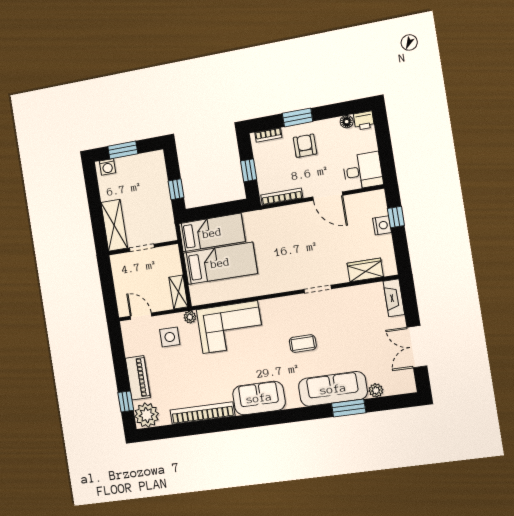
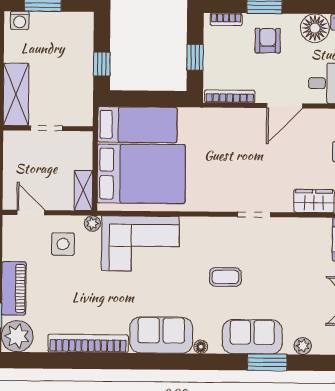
floor lamp: (347, 122) -> (315, 28), width x1.89, depth x1.89
door: (328, 196) -> (285, 106), hinge flipped
bed: (220, 263) -> (141, 174), width x1.50
sofa: (333, 389) -> (252, 337), width x0.73
floor lamp: (292, 403) -> (201, 347), added

